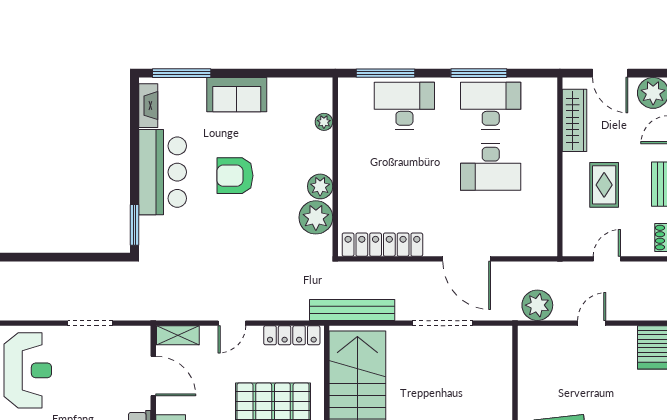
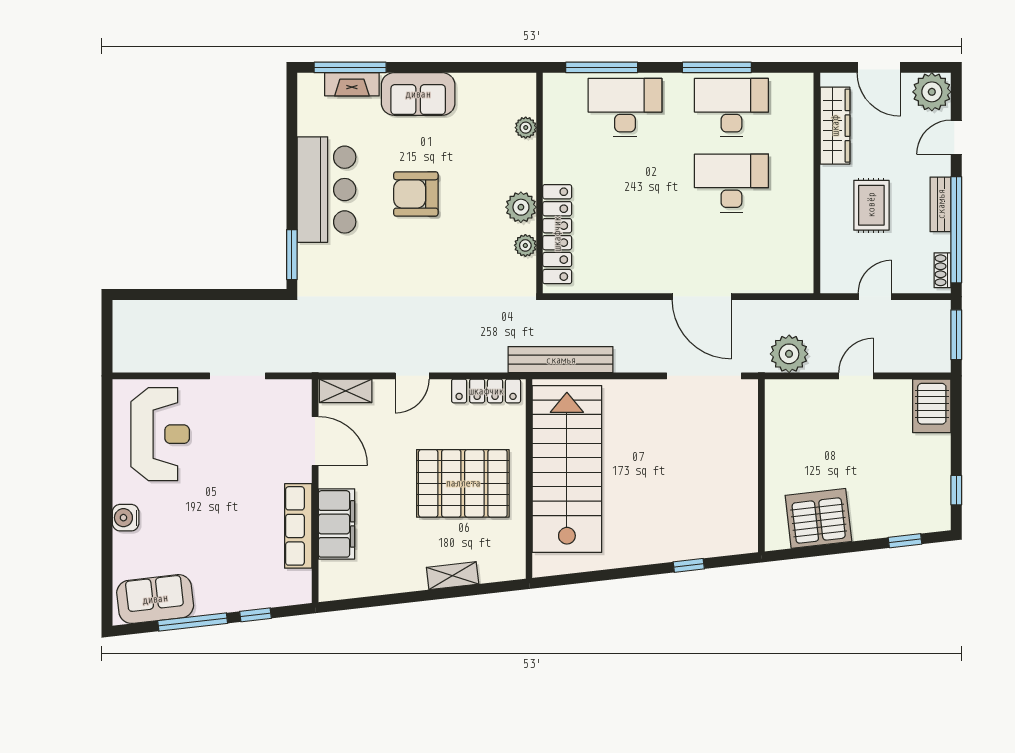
fireplace: (148, 106) -> (352, 84), moved, turned 90
desk: (491, 167) -> (731, 183), turned 180
plant: (316, 217) -> (525, 245), width x0.53, depth x0.53
locker: (382, 245) -> (557, 234), moved, turned 90
doorway: (443, 323) -> (704, 376), moved

